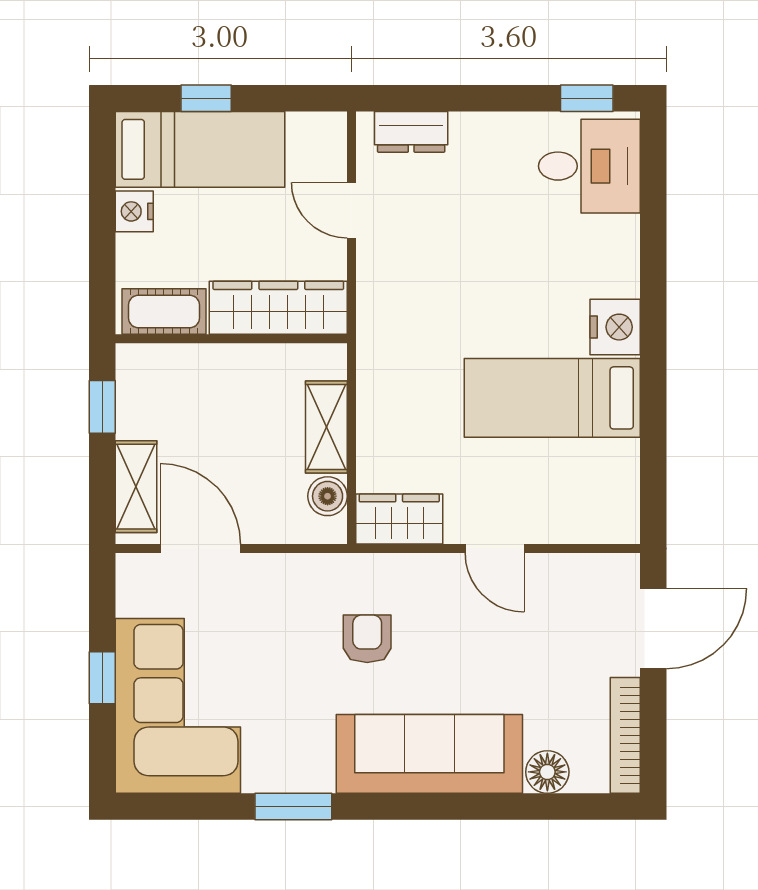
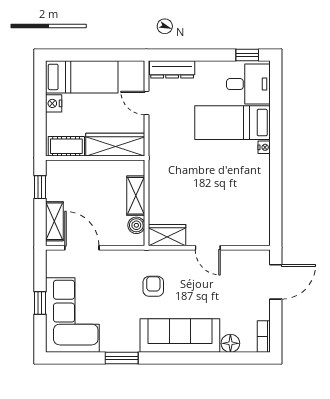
window: (206, 98) -> (84, 55), removed
dresser: (411, 132) -> (172, 69), width x1.44
nightstand: (615, 327) -> (264, 147), width x0.53, depth x0.56
bed: (552, 398) -> (232, 123), moved
bookcase: (625, 735) -> (264, 337), width x0.64

